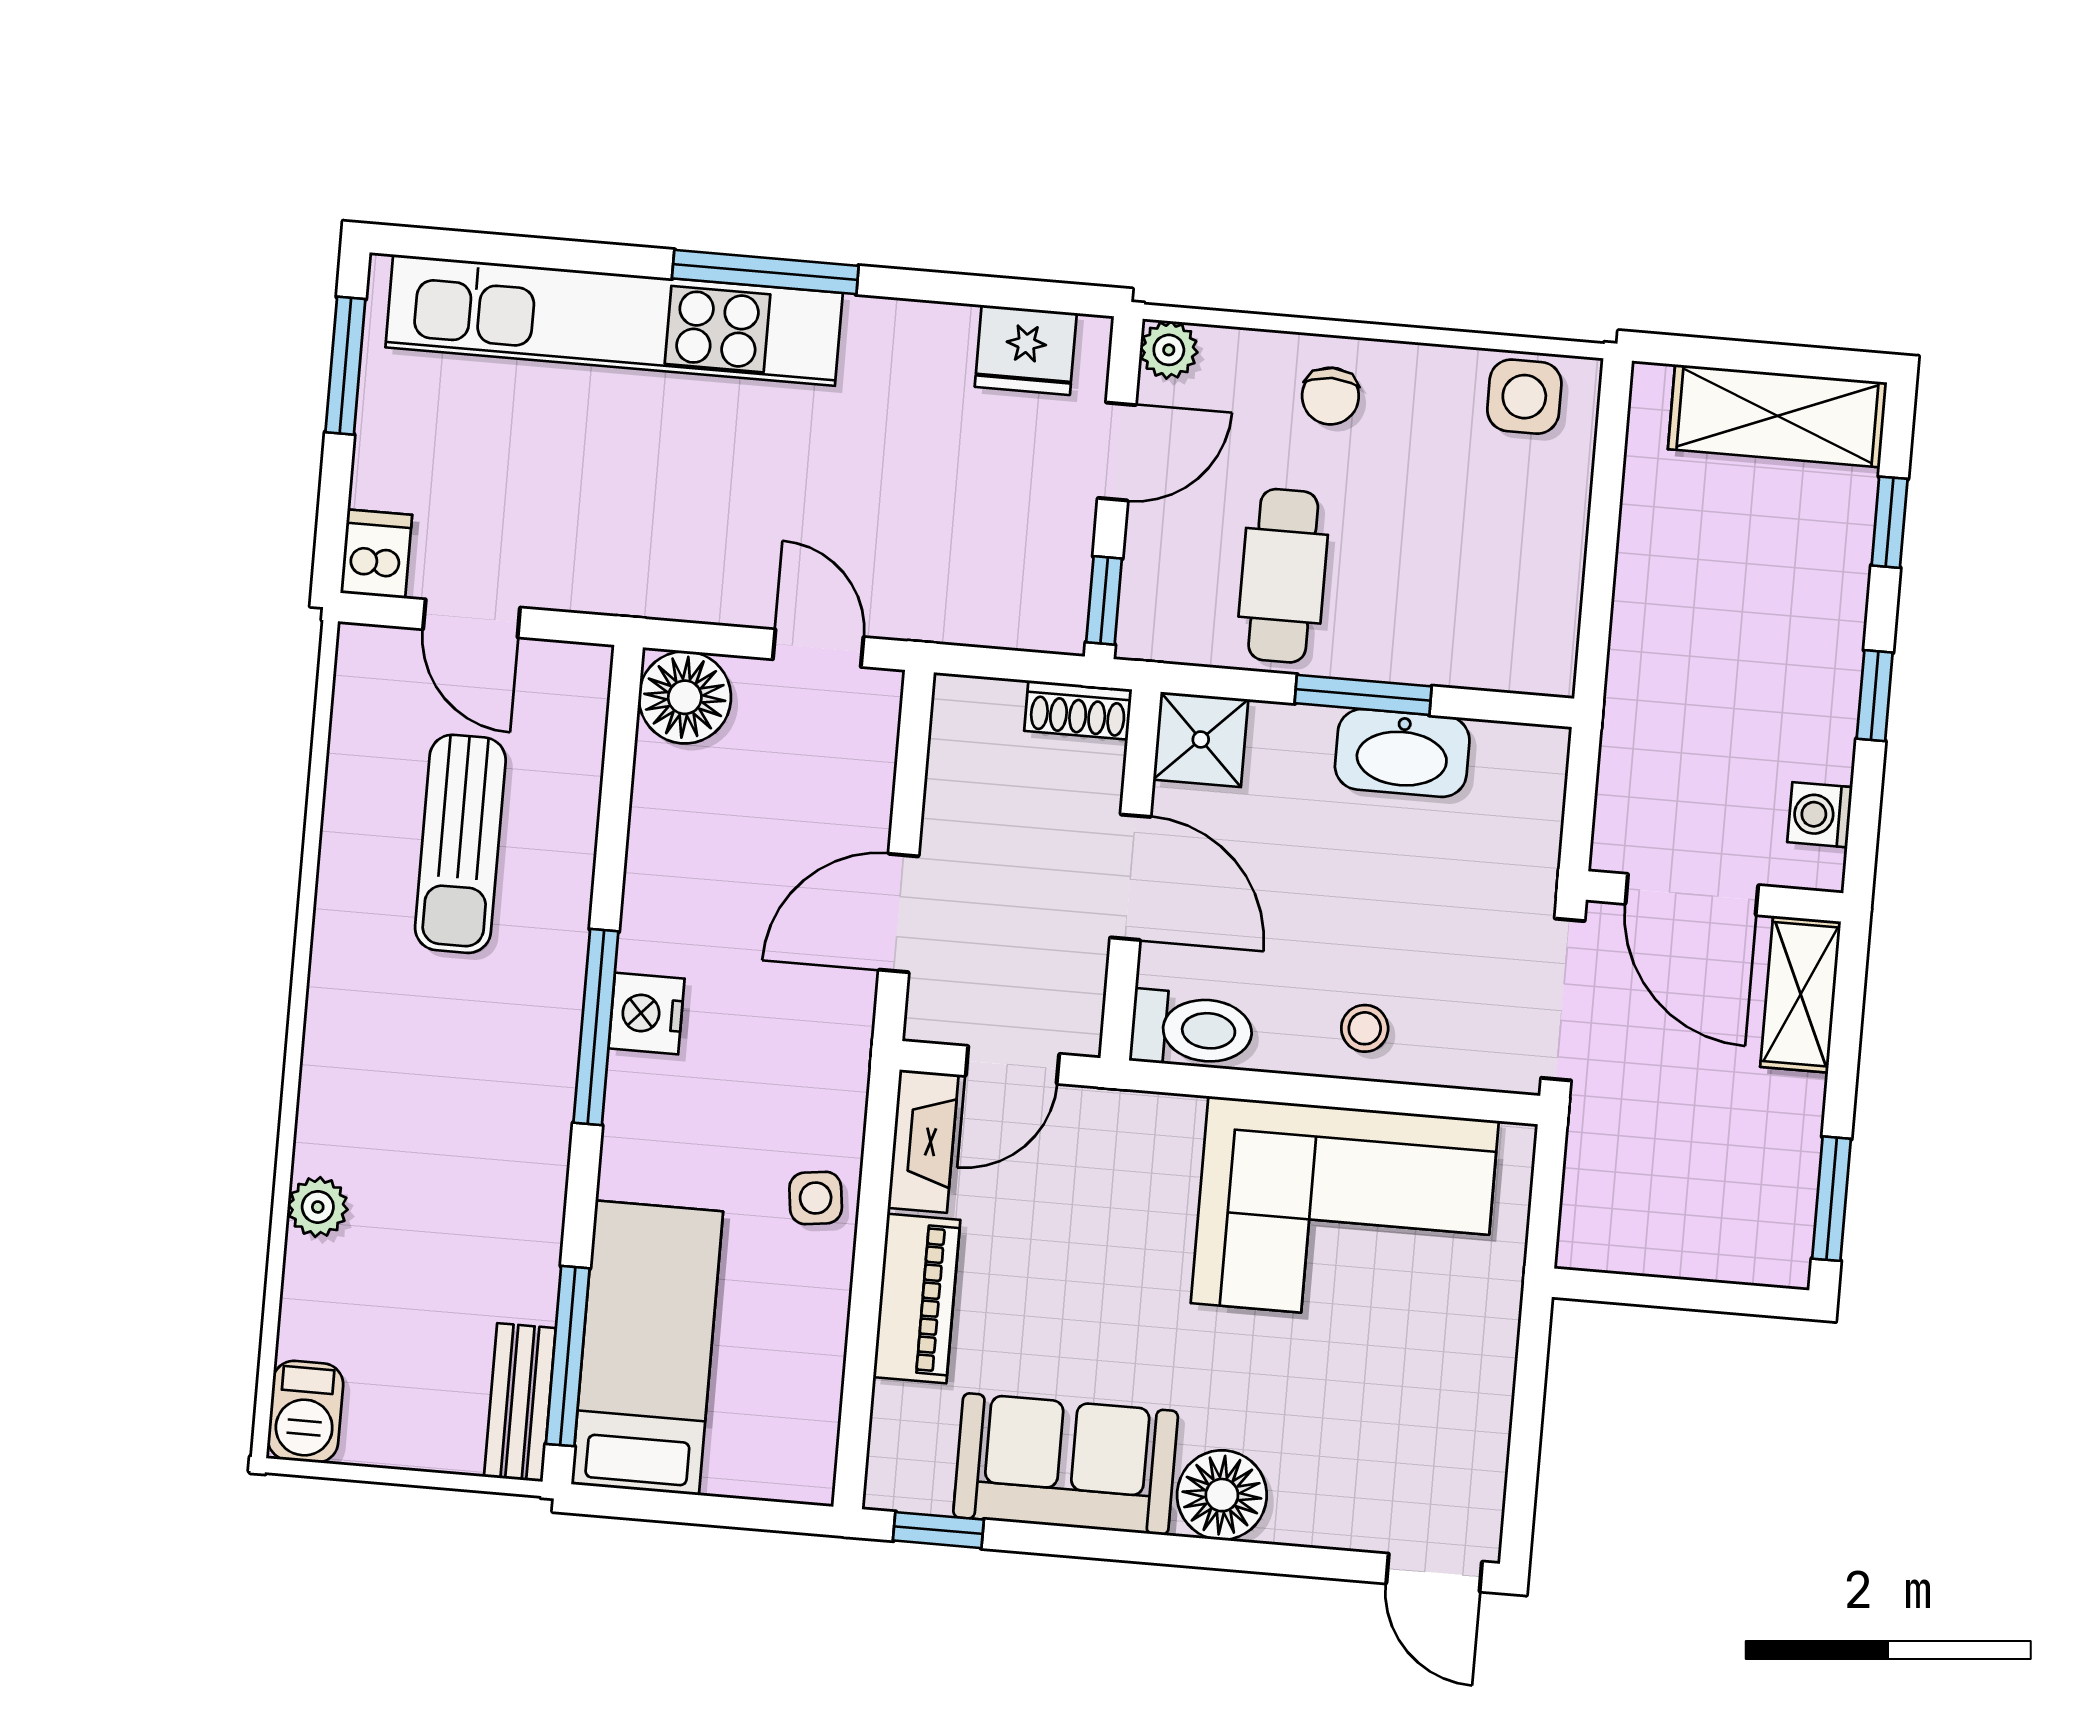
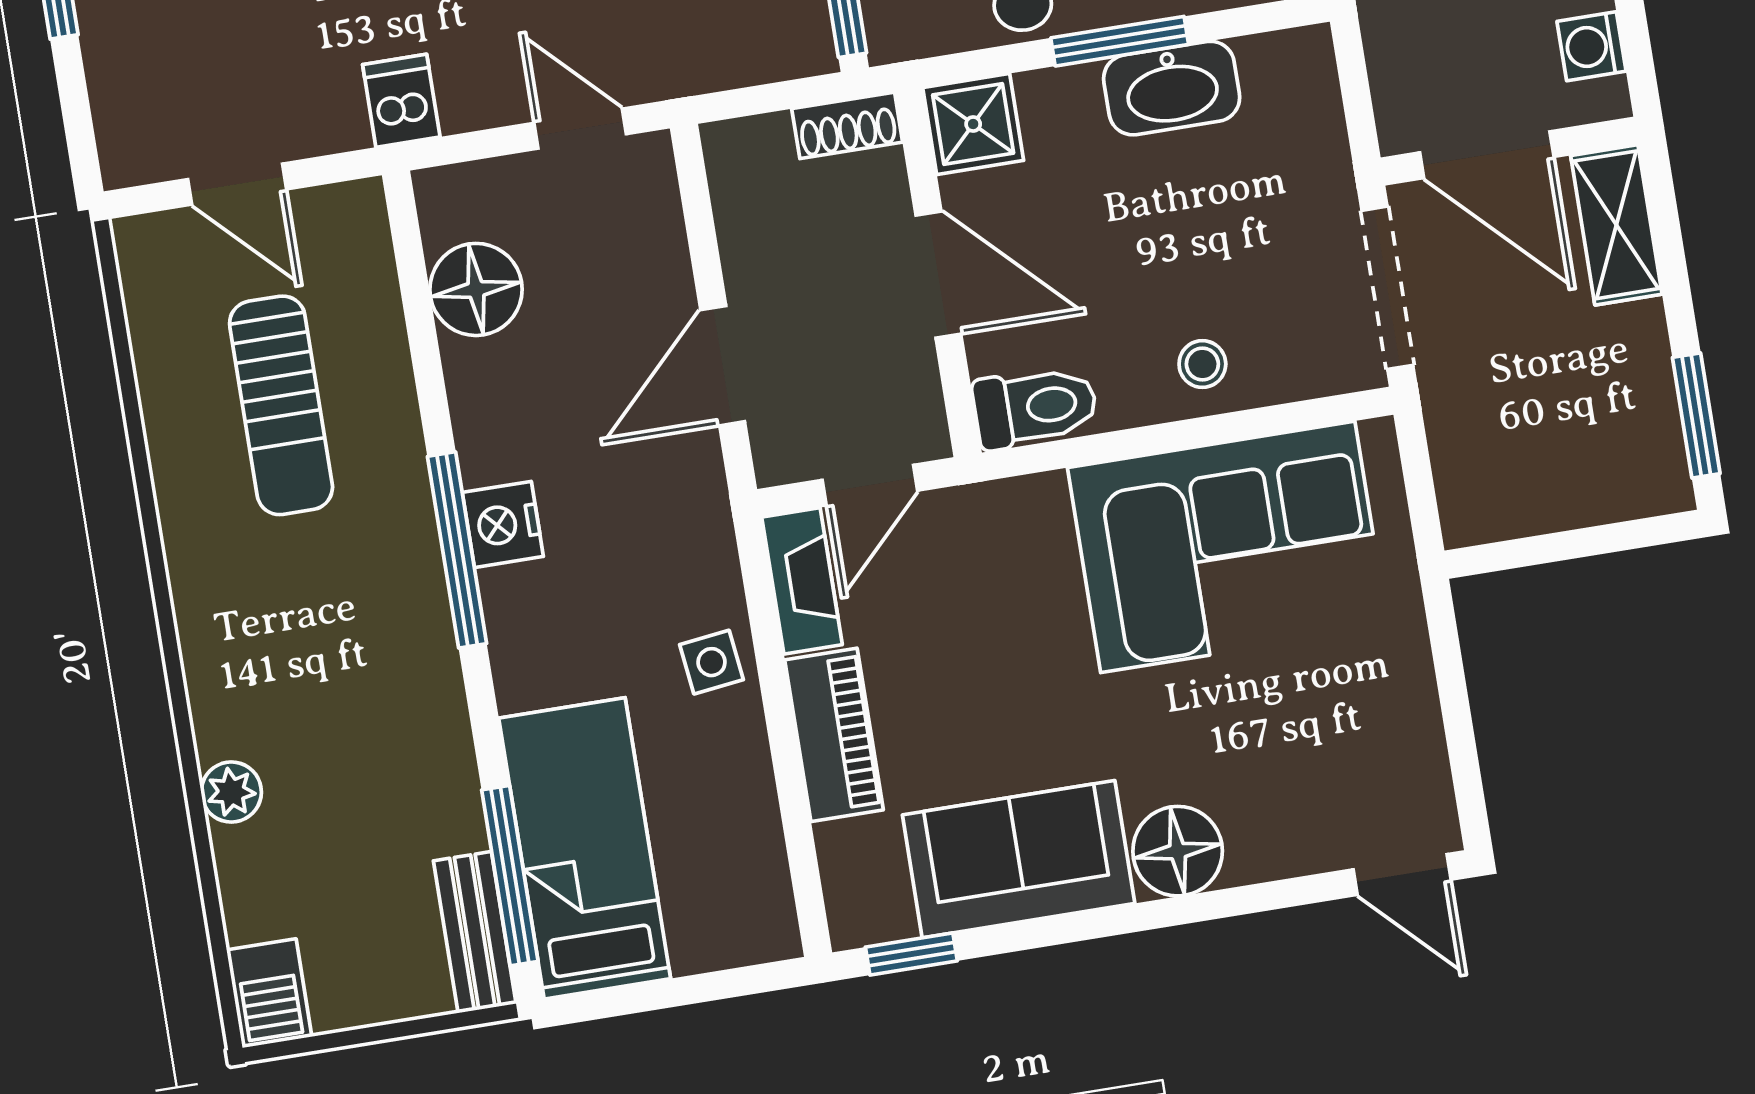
dishwasher: (376, 554) -> (401, 101), moved
floor lamp: (685, 697) -> (476, 289), moved

